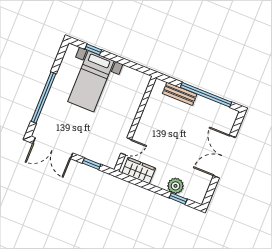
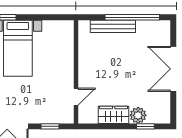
bench: (180, 94) -> (113, 26), width x1.36
wardrobe: (139, 170) -> (114, 115), moved

